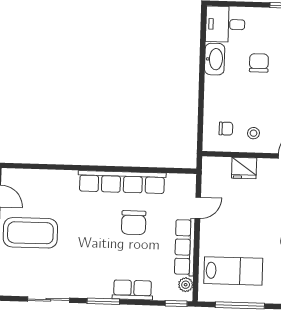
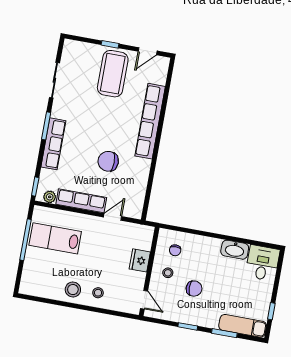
chair: (259, 63) -> (194, 289), moved
row of seats: (122, 182) -> (150, 121), moved
door: (198, 208) -> (112, 217), swing flipped
lab bench: (233, 271) -> (55, 238), turned 90
row of seats: (132, 290) -> (53, 144), width x1.48

